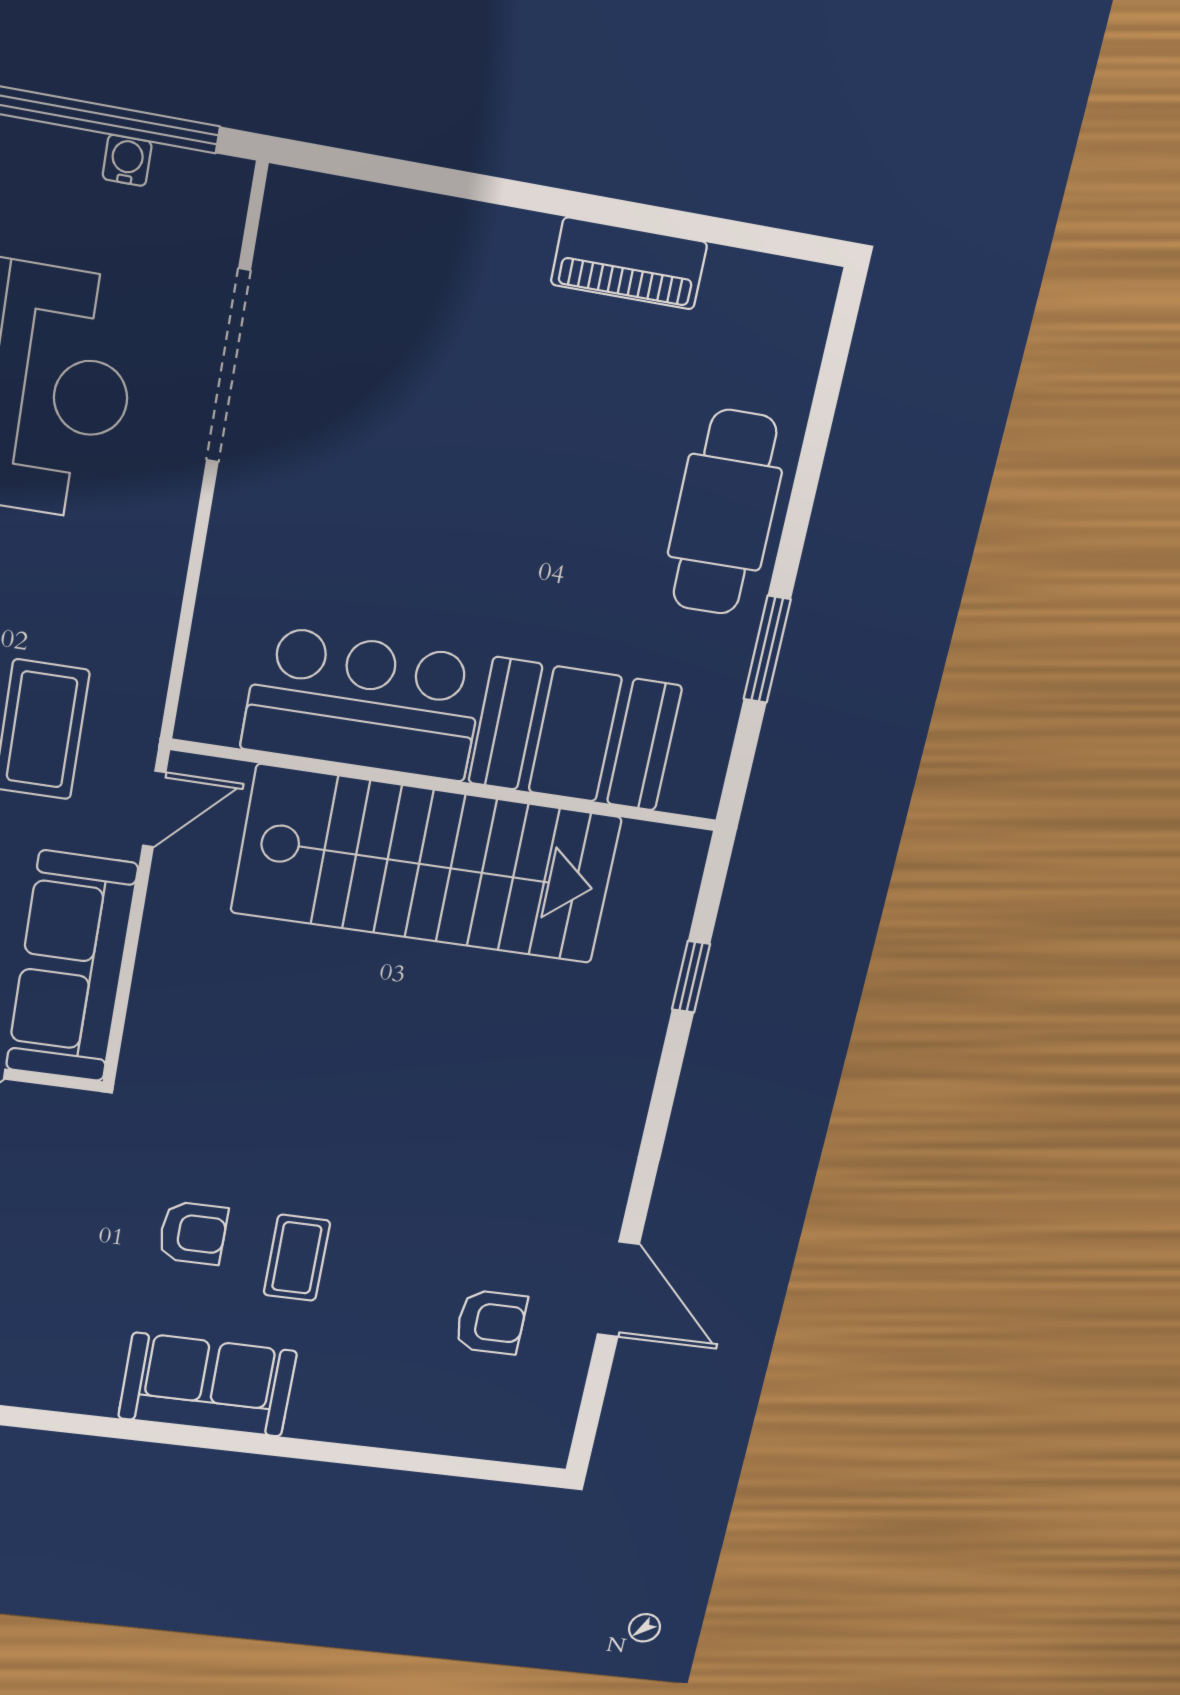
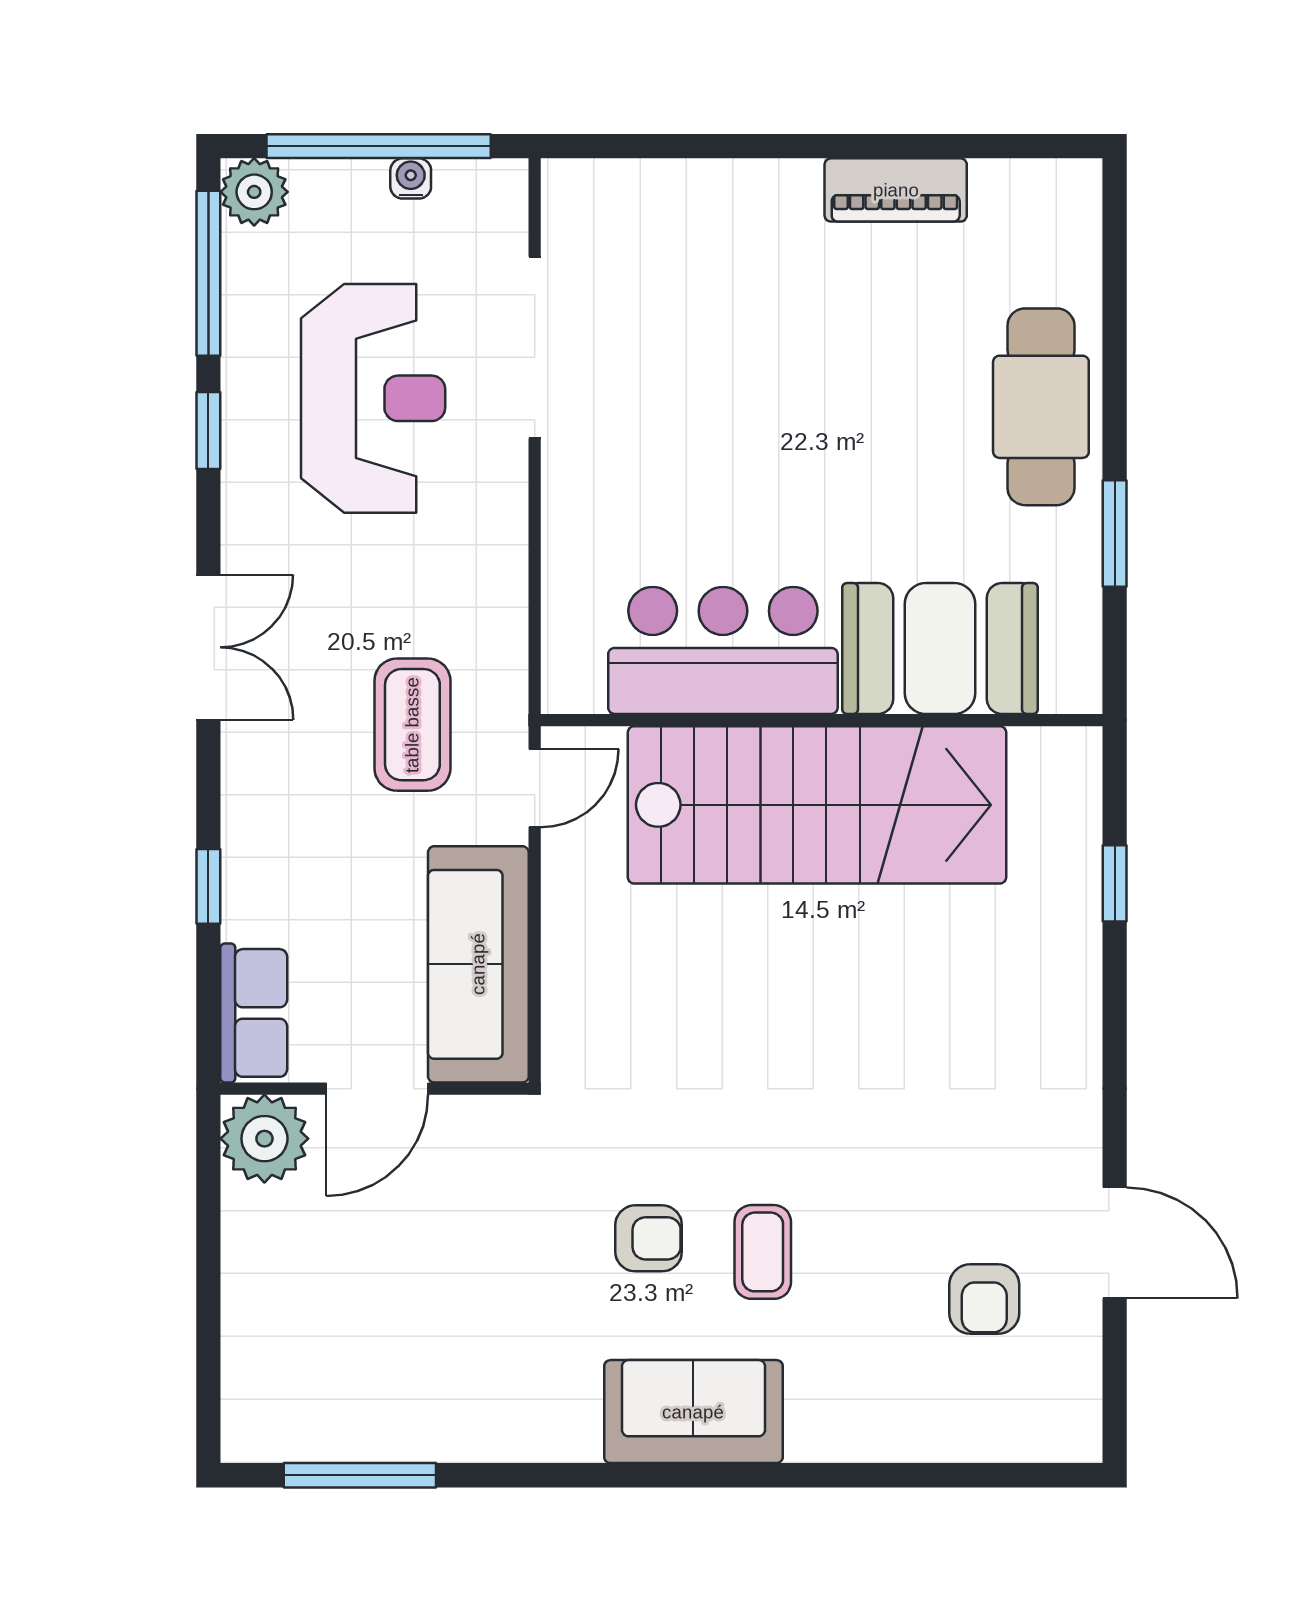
armchair: (491, 1322) -> (984, 1299), turned 90

